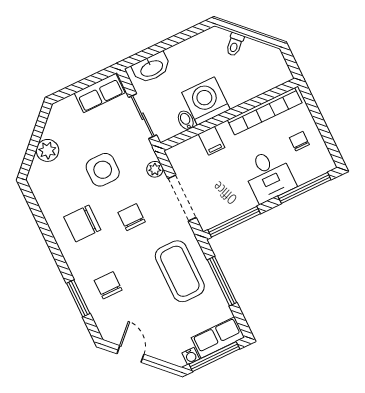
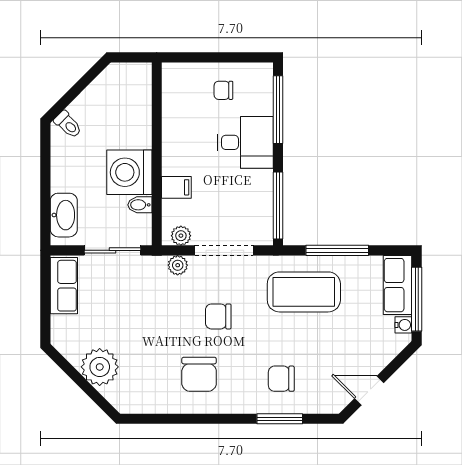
toilet: (235, 44) -> (68, 124), moved
bookcase: (265, 111) -> (172, 113), removed
plant: (47, 150) -> (100, 367), width x1.36, depth x1.36
plant: (178, 161) -> (181, 236), added
side table: (103, 170) -> (150, 323), removed

